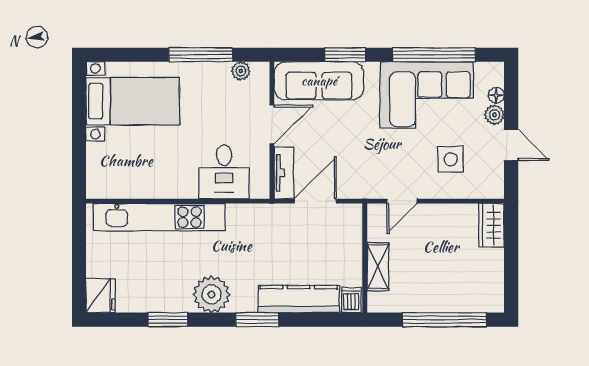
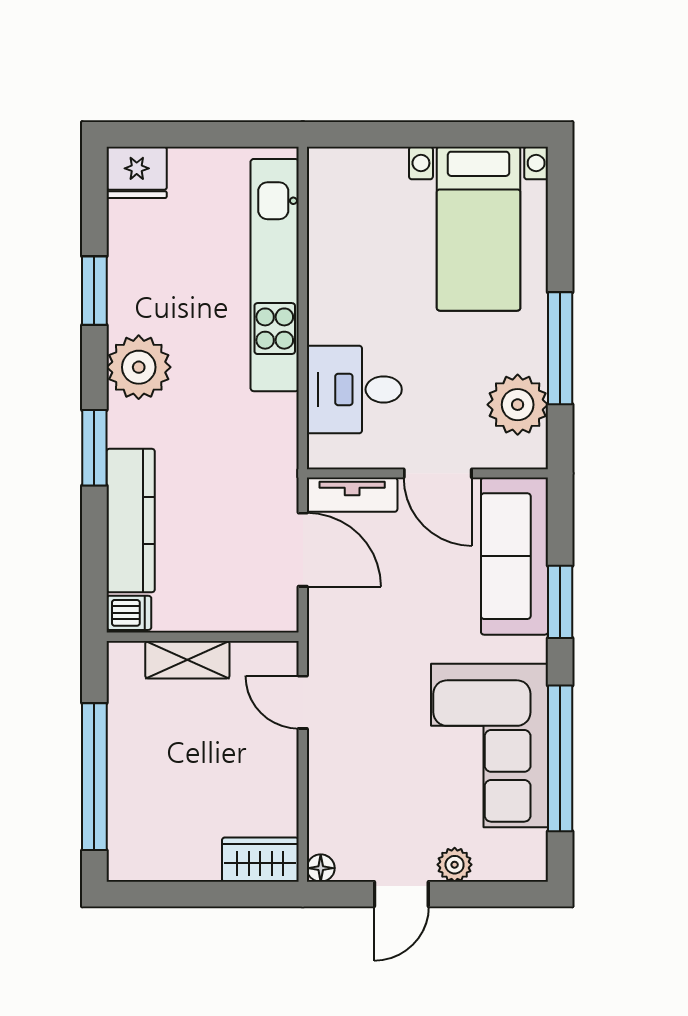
plant: (241, 71) -> (518, 405), width x1.88, depth x1.88
floor lamp: (496, 95) -> (321, 868), moved
side table: (451, 159) -> (376, 788), removed

